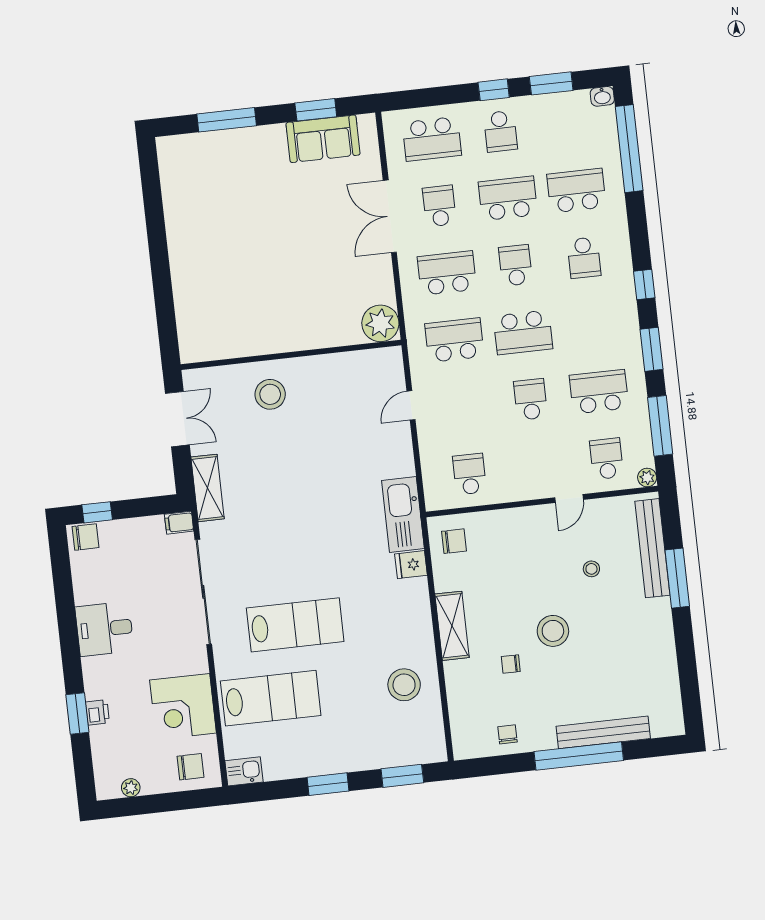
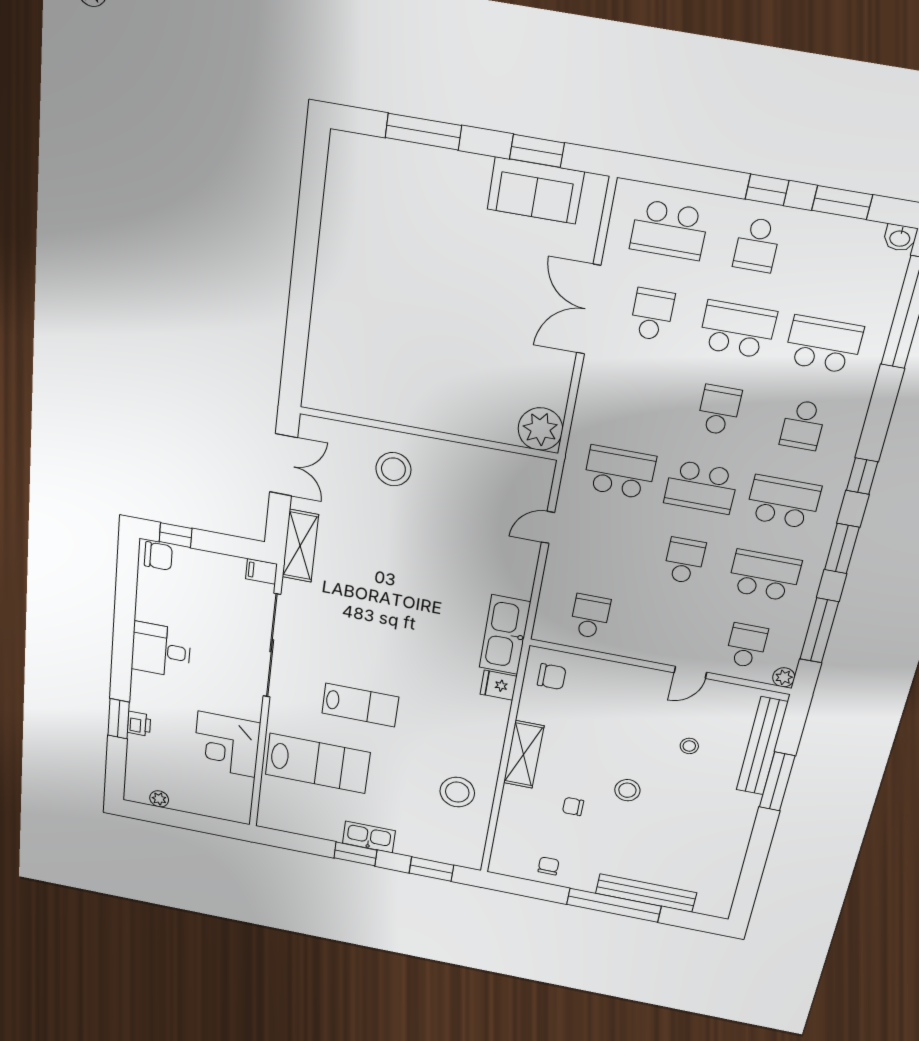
school desk: (447, 273) -> (783, 502), moved
lab bench: (295, 625) -> (360, 705), width x0.73, depth x0.72
stool: (553, 631) -> (627, 790), width x0.73, depth x0.73
chair: (191, 767) -> (222, 799), removed
kitchen sink: (244, 771) -> (369, 837), moved, width x1.38

